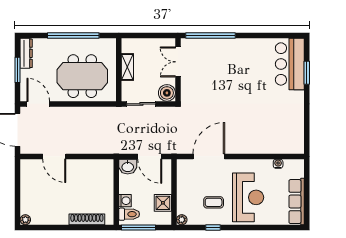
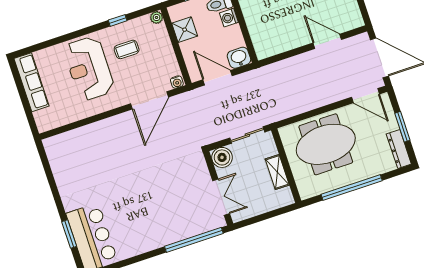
water cooler: (278, 164) -> (177, 82), moved

